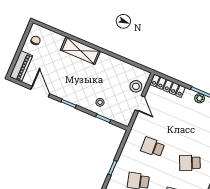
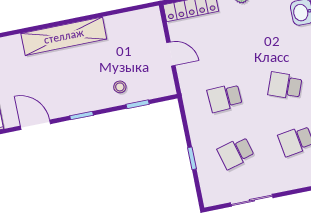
shelving: (80, 51) -> (64, 36), width x1.47
stool: (136, 86) -> (151, 36), removed
school desk: (190, 163) -> (285, 86), turned 45

